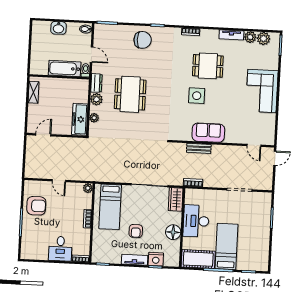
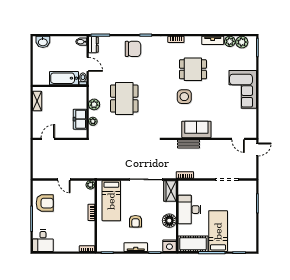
washbasin: (58, 28) -> (43, 42), moved
dresser: (96, 83) -> (93, 45), moved
freezer: (80, 119) -> (80, 119), width x0.71
desk: (60, 249) -> (43, 241), moved
nightstand: (156, 259) -> (169, 246), moved

